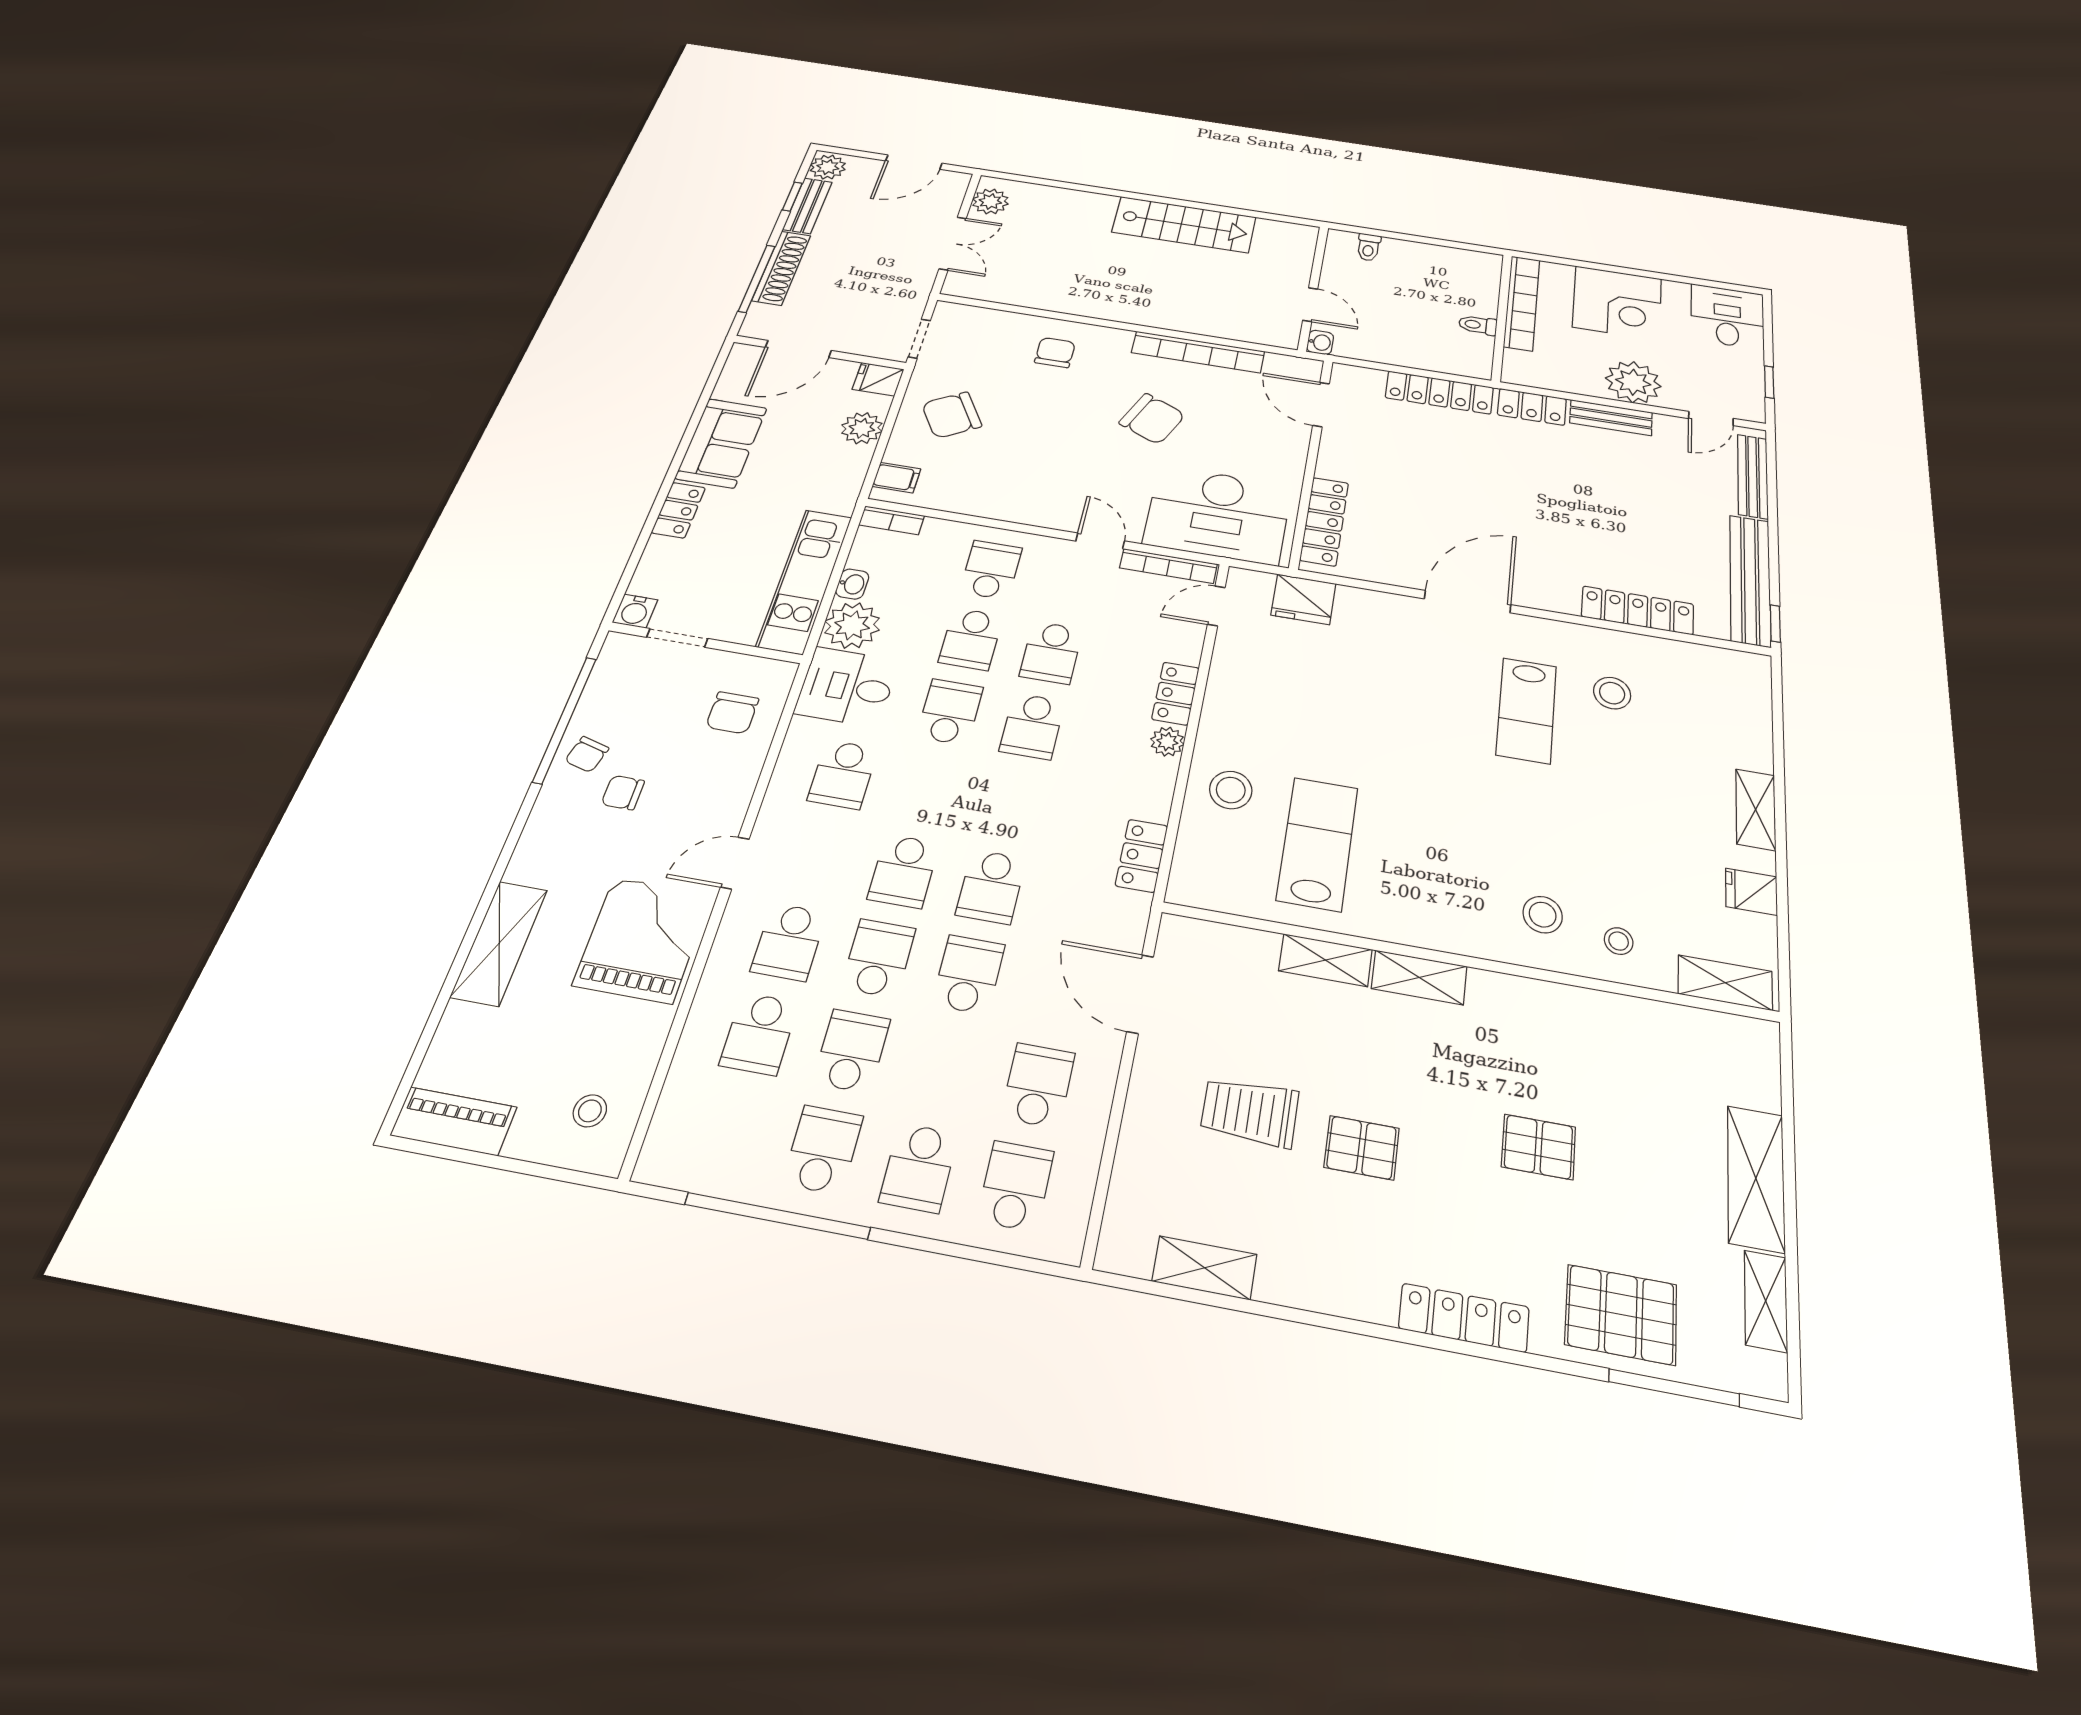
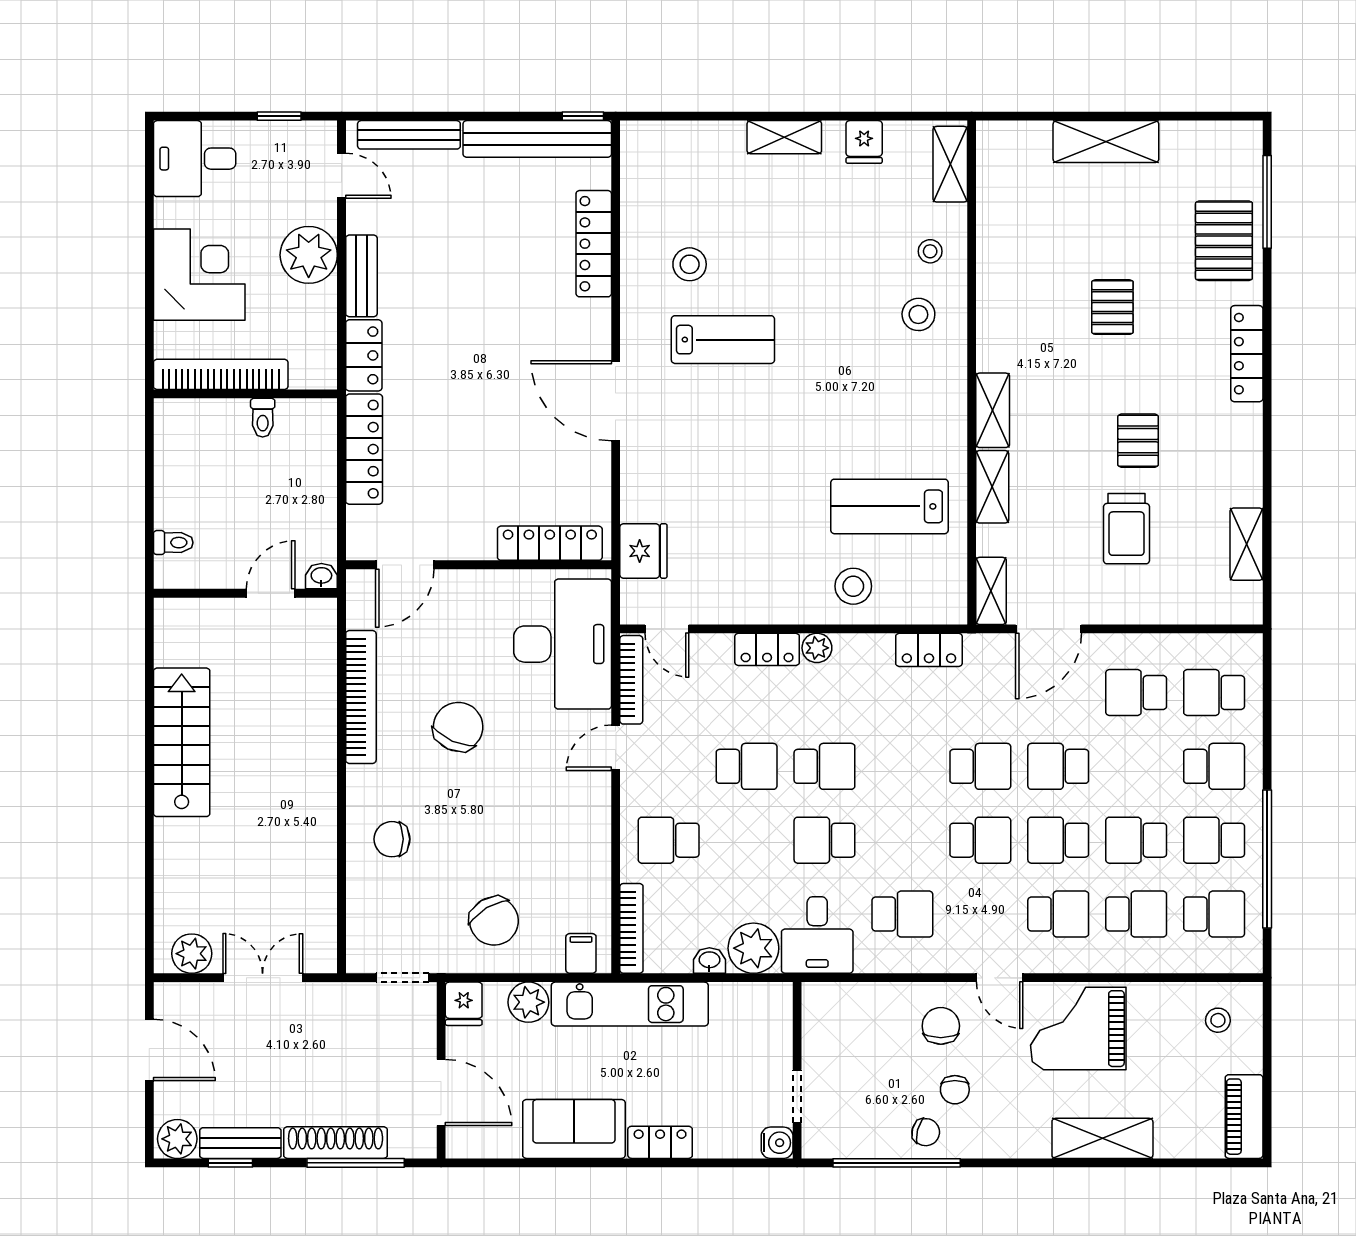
bookcase: (892, 520) -> (631, 928), width x1.56
kitchen unit: (805, 581) -> (630, 1004), moved
school desk: (971, 639) -> (1214, 914), moved
chair: (732, 713) -> (941, 1026), moved, turned -90
shelving: (1766, 1301) -> (991, 591), moved, turned 90

